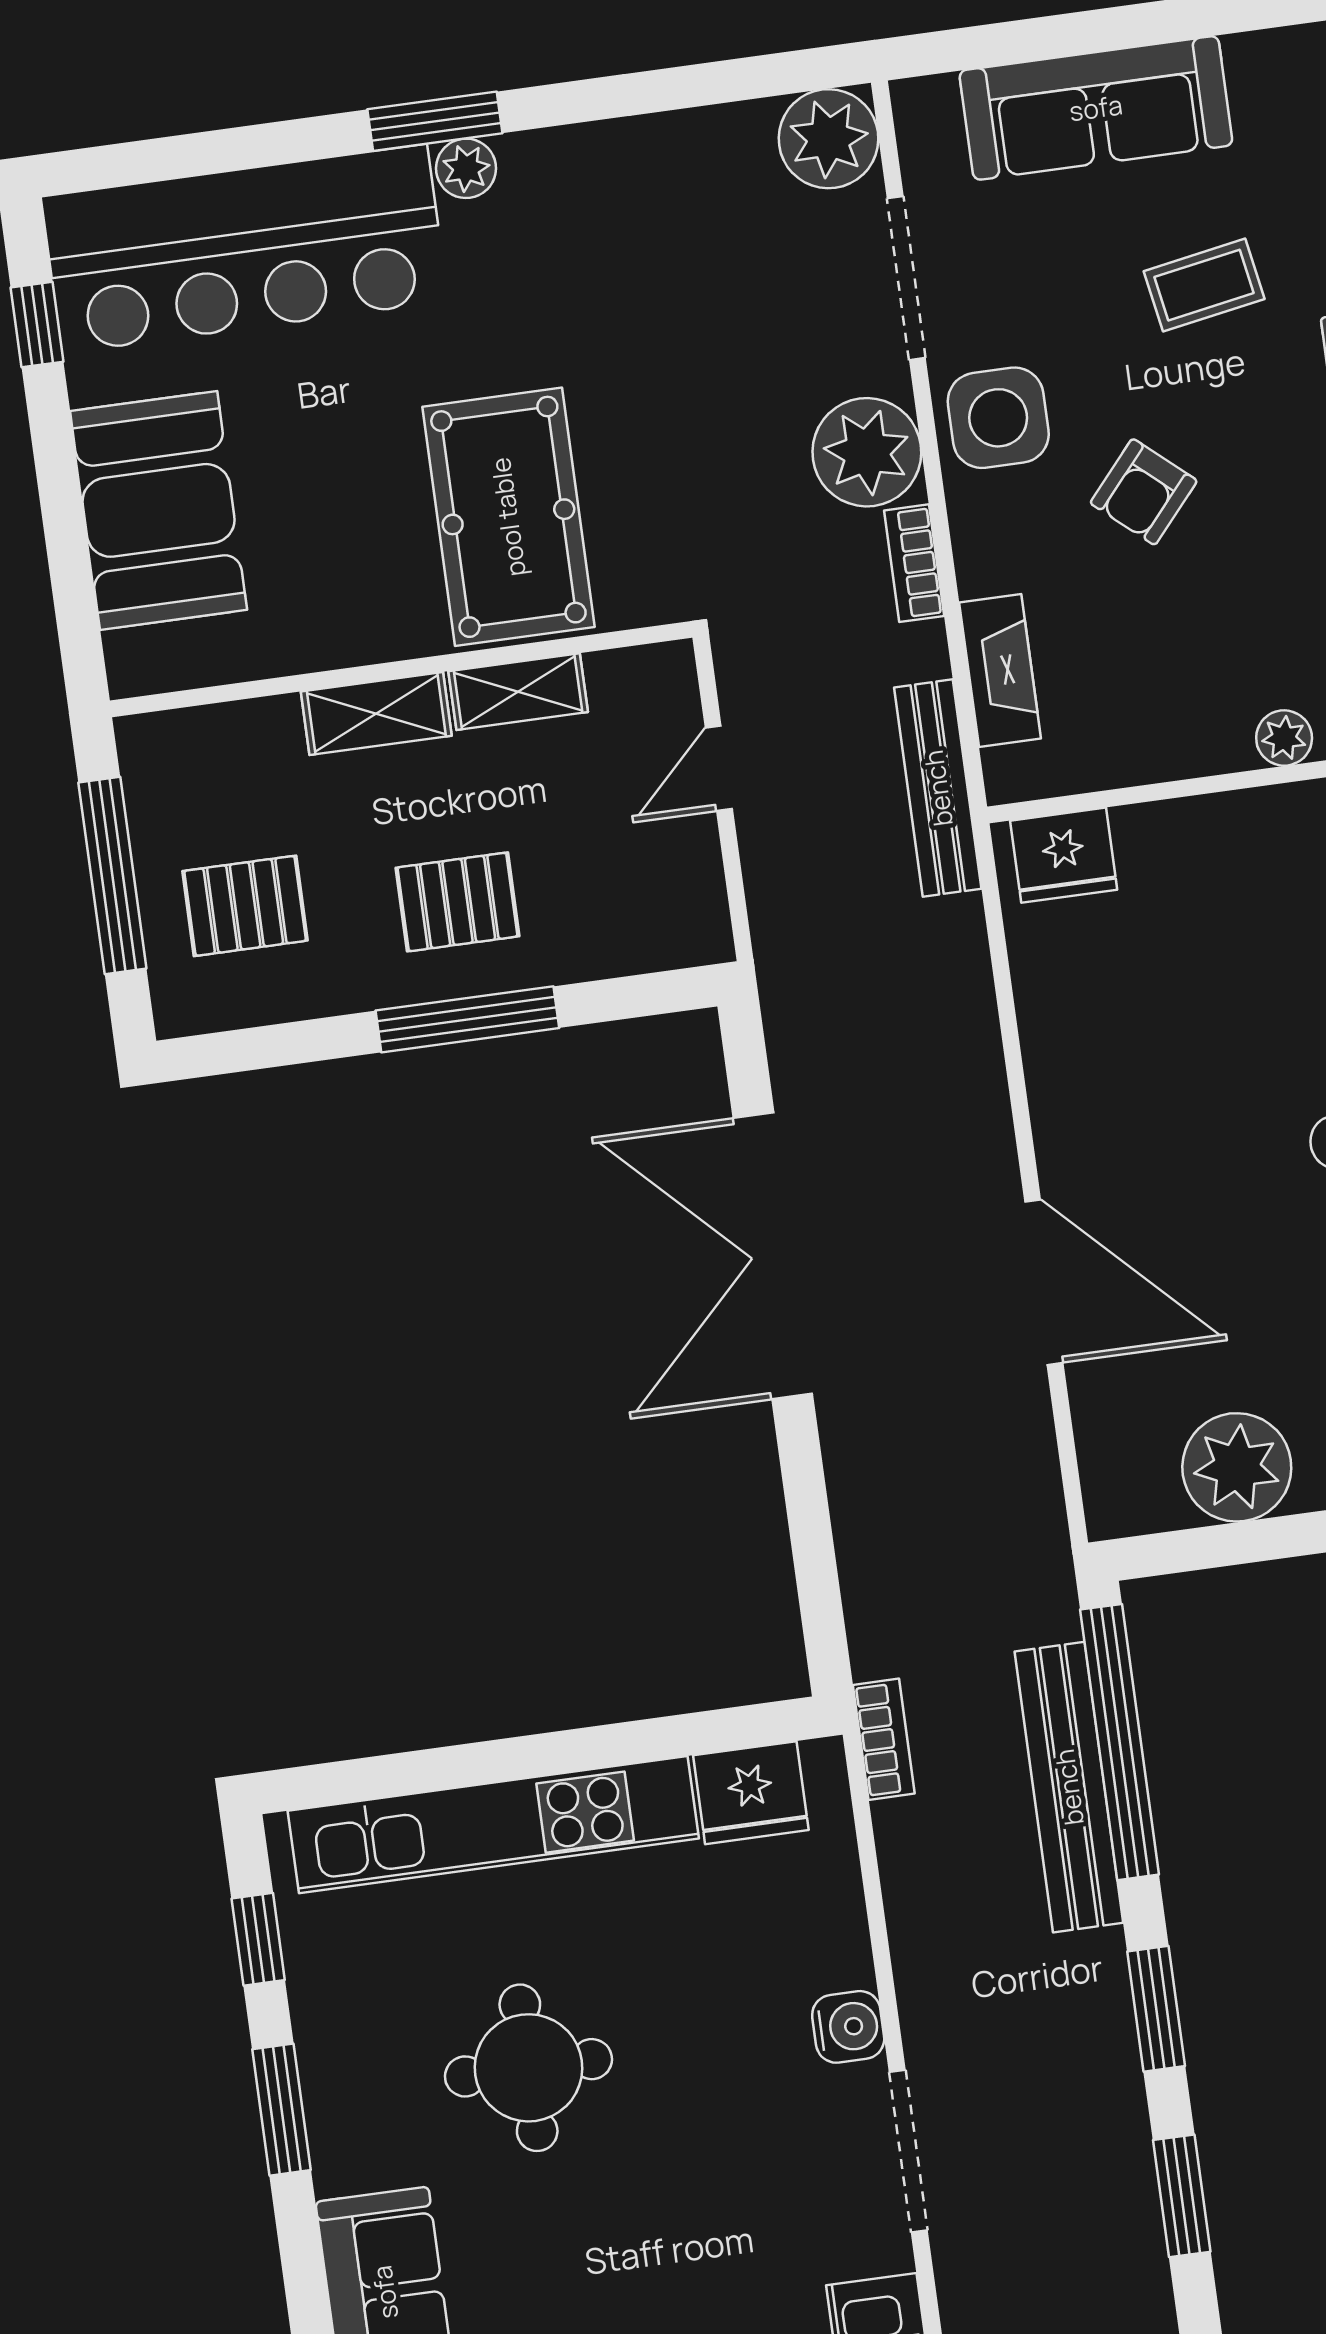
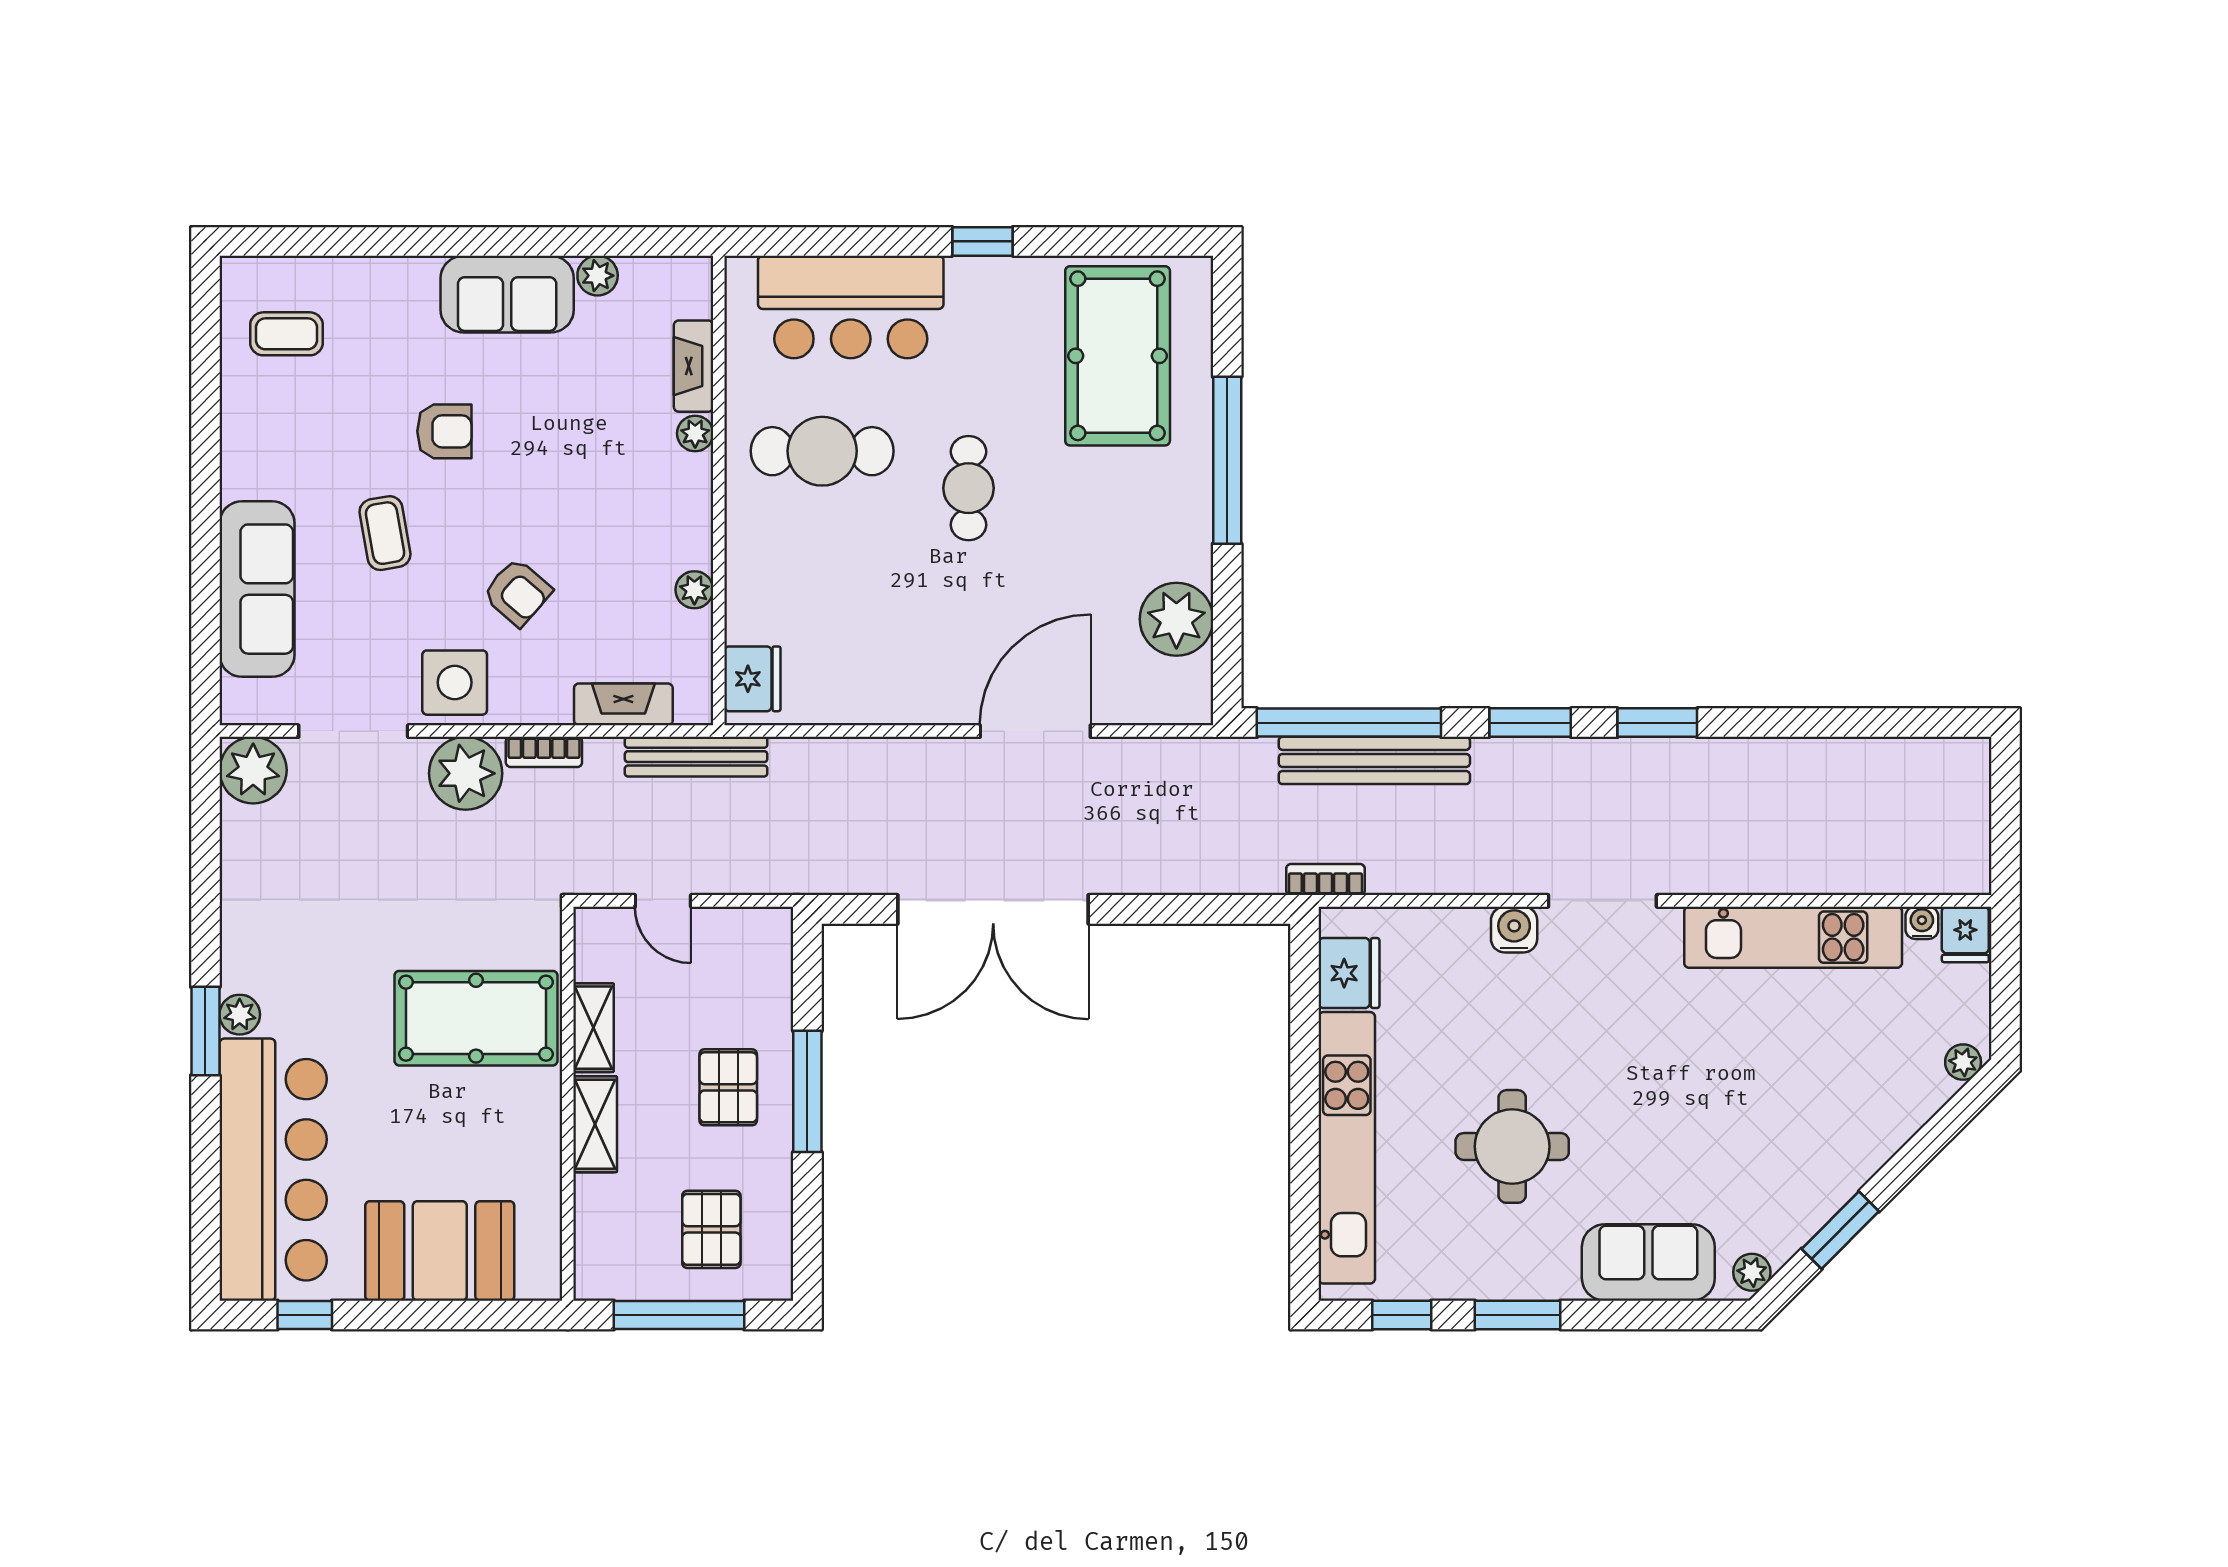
plant: (1284, 738) -> (694, 590), moved

